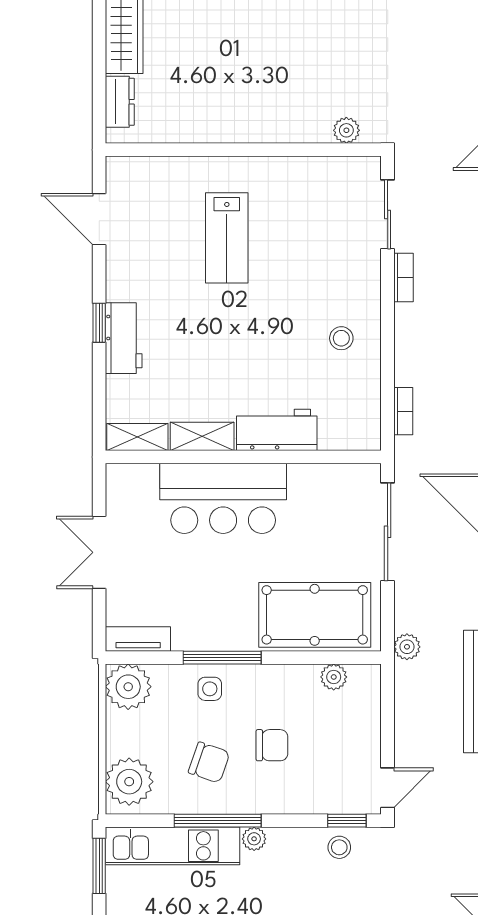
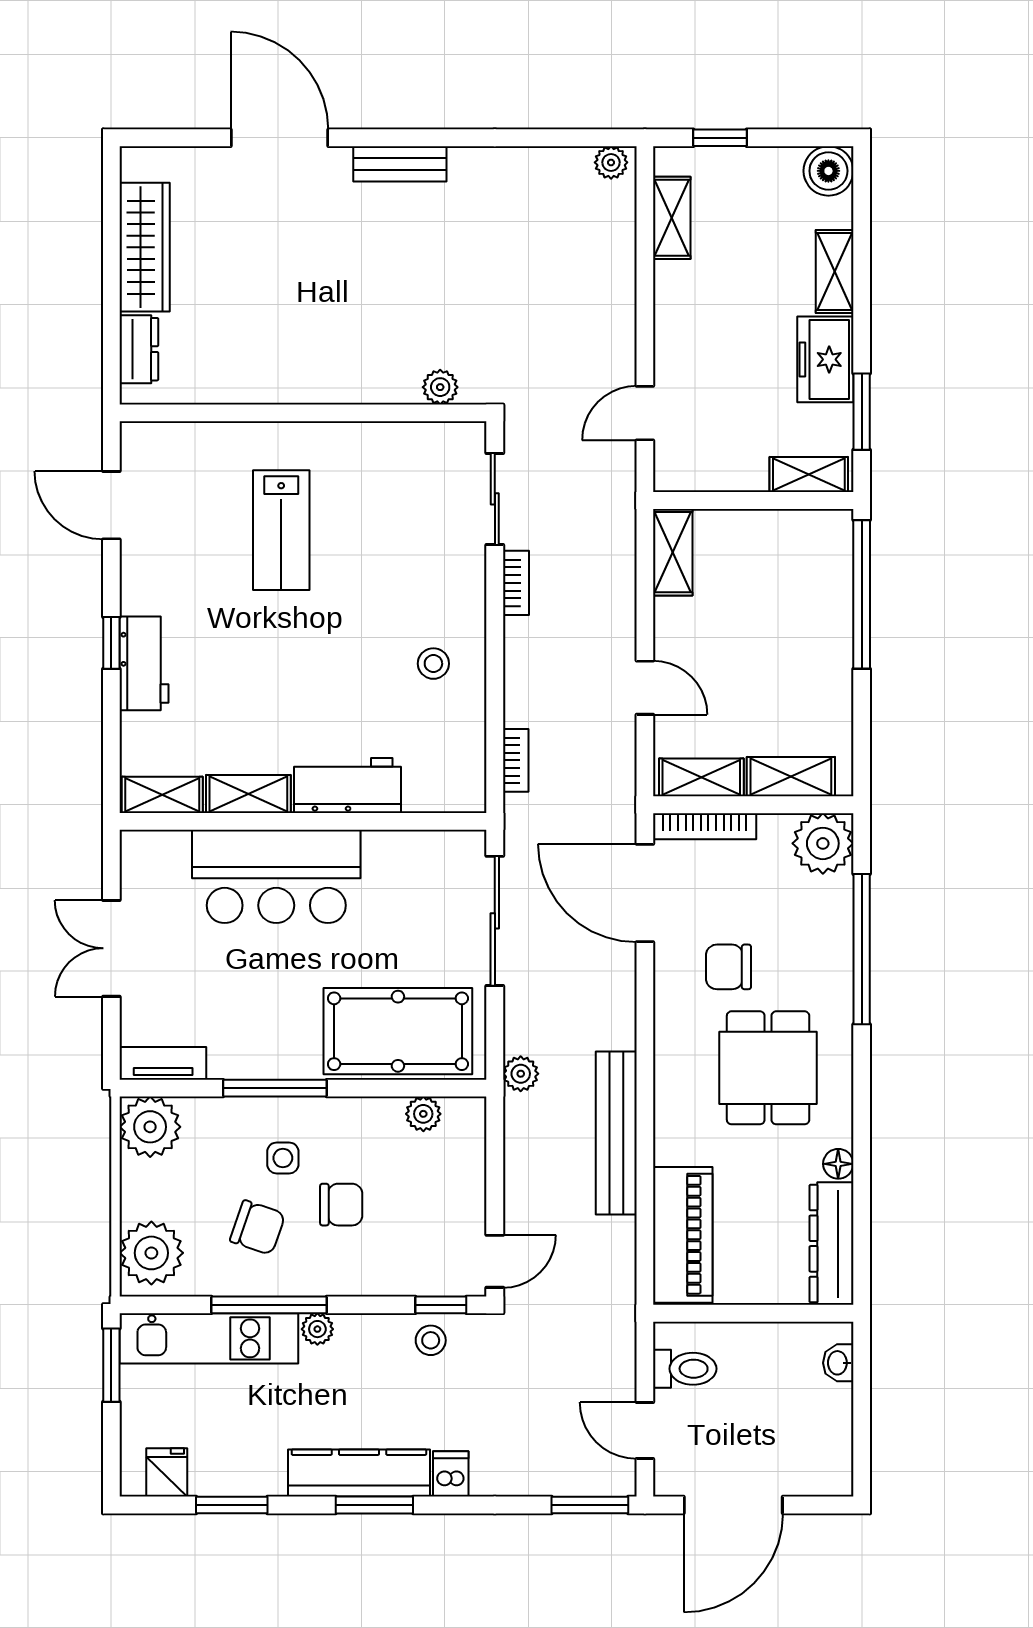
side table: (210, 689) -> (283, 1158), moved

